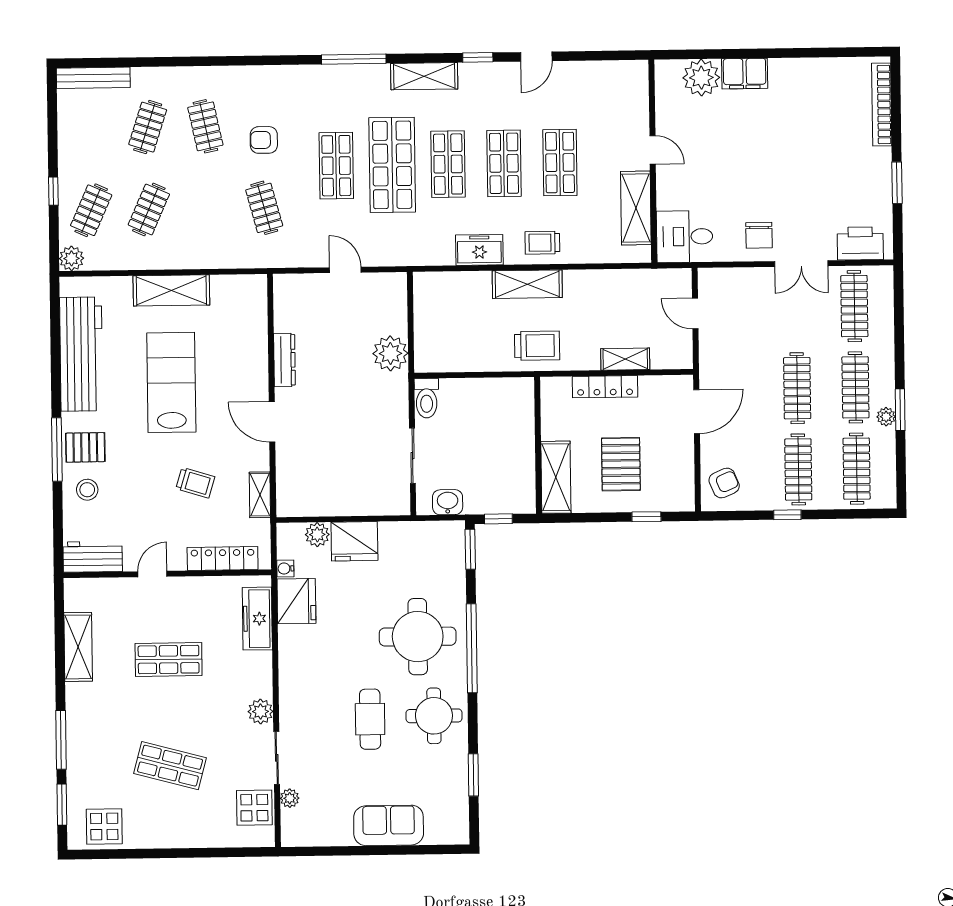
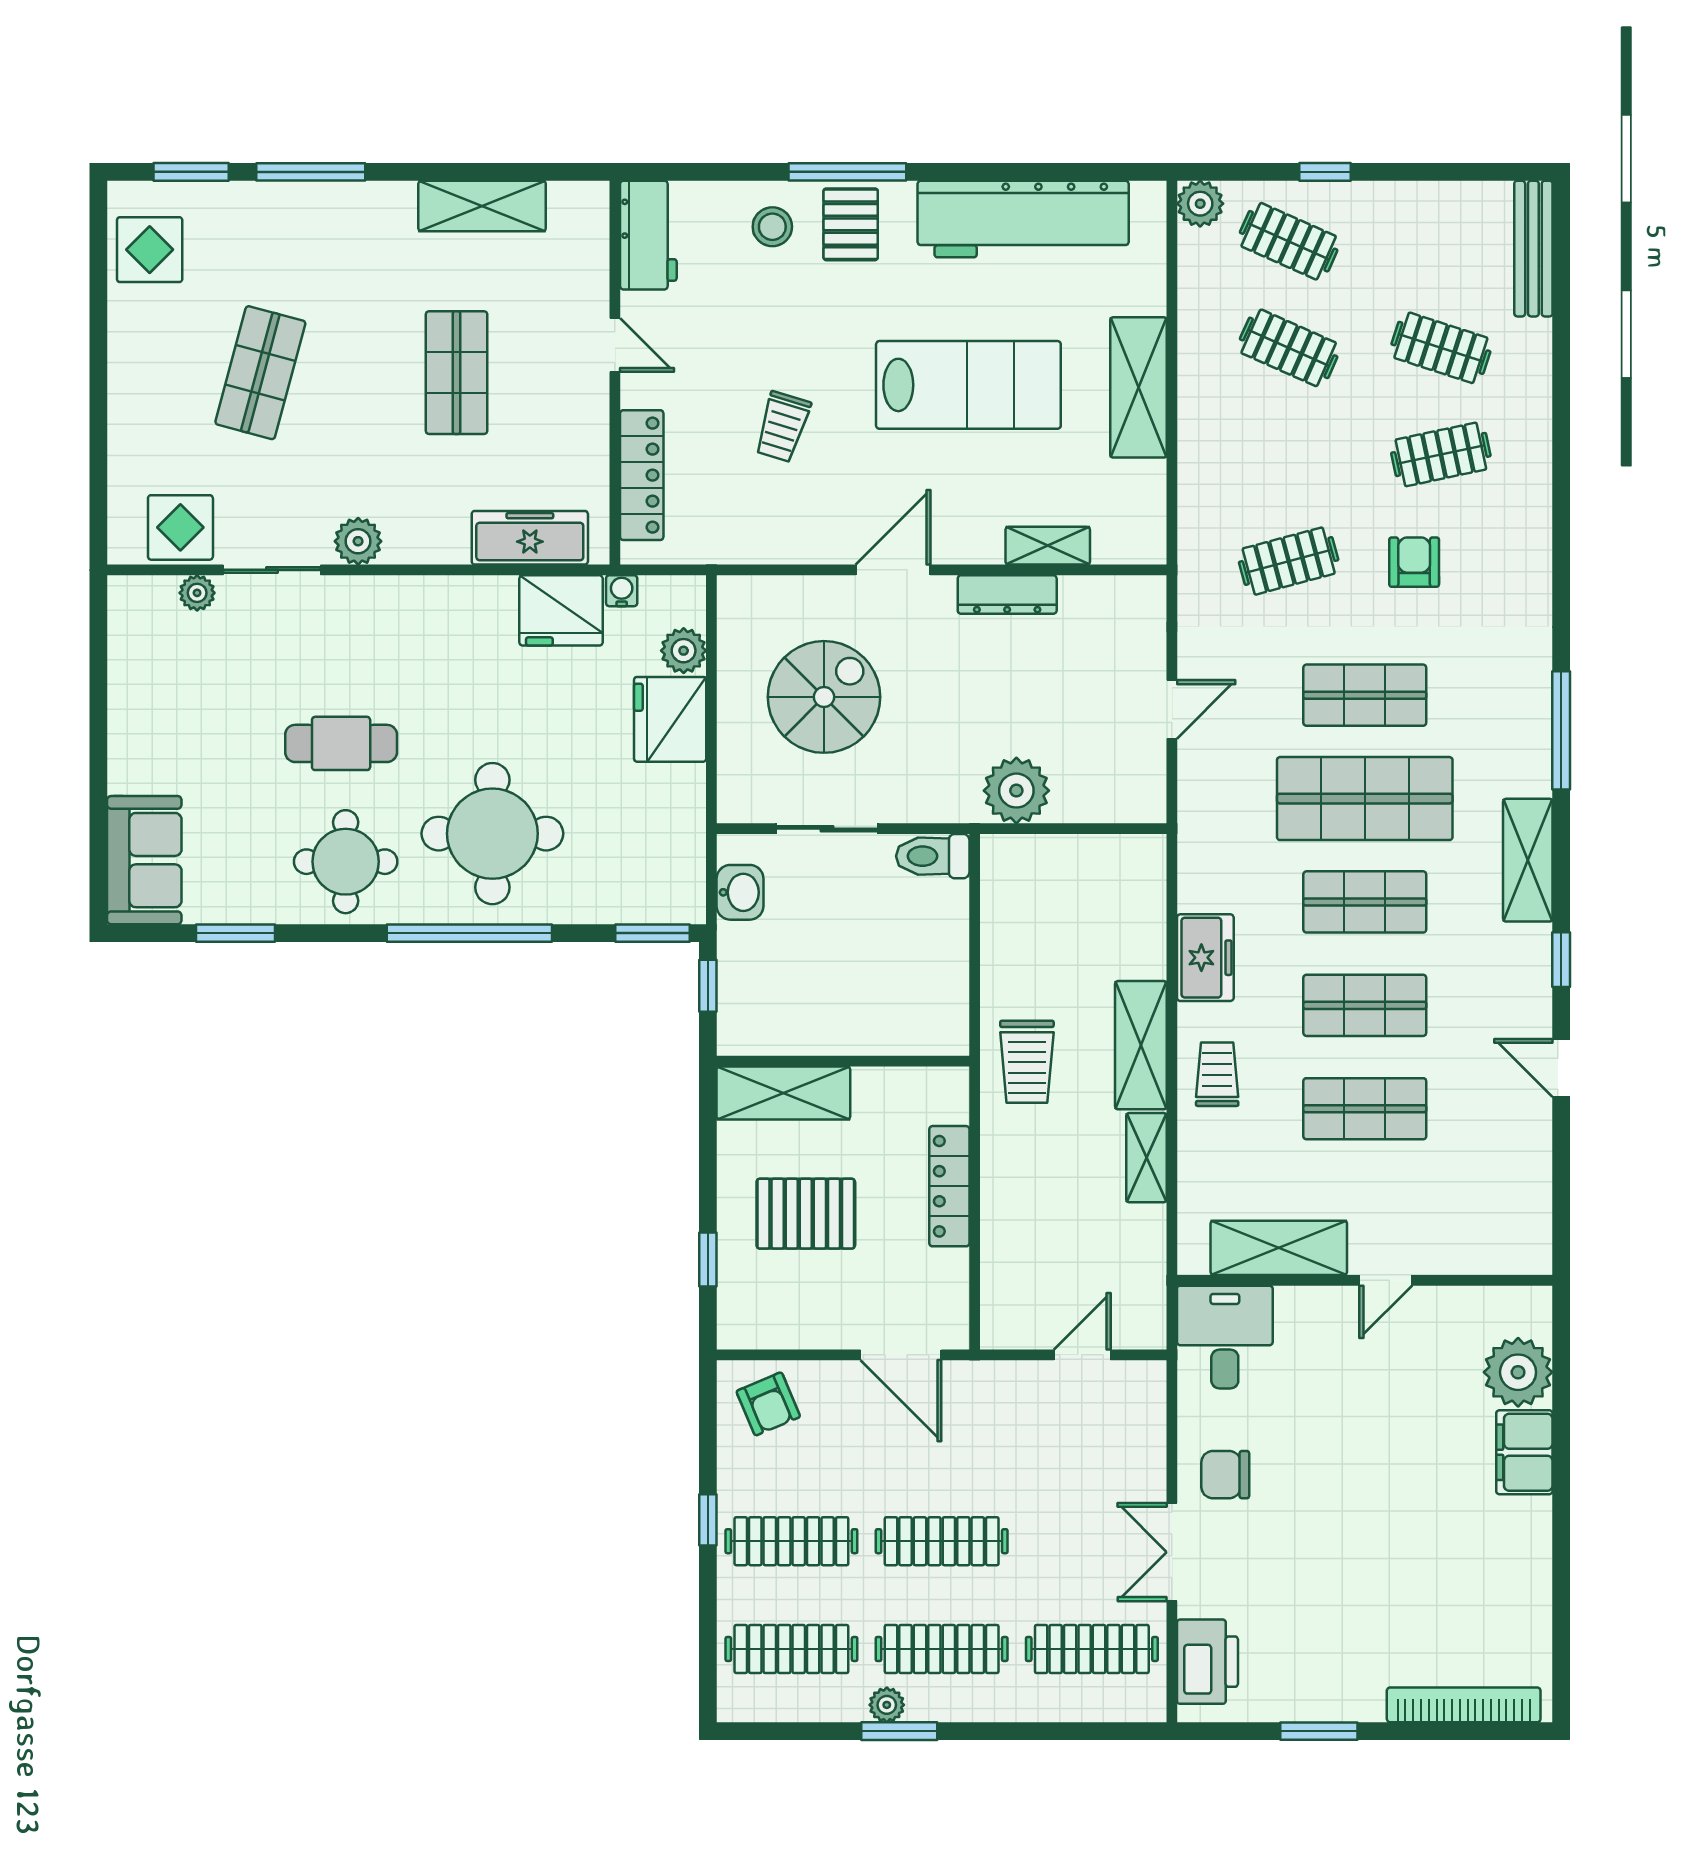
shelving: (625, 359) -> (1146, 1158), moved
spiral stairs: (341, 458) -> (824, 697), added
shelving: (260, 495) -> (1048, 546), moved
sofa: (389, 825) -> (144, 860), moved

